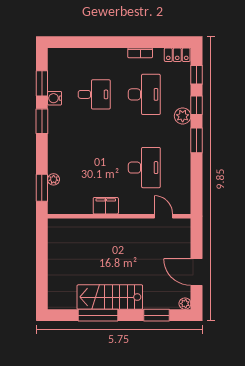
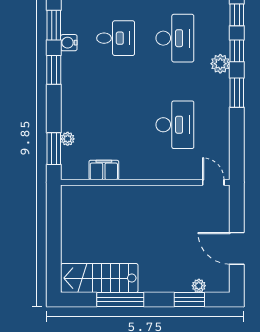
filing cabinet: (106, 206) -> (104, 170), moved
door: (163, 216) -> (213, 182), moved
stairs: (110, 297) -> (99, 278), moved
plant: (185, 304) -> (199, 286), moved

